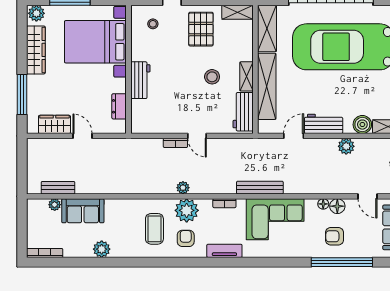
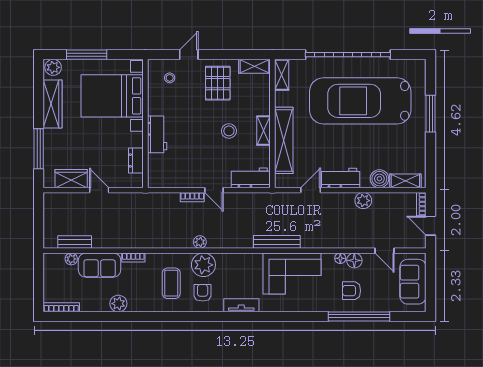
shelving: (267, 29) -> (282, 75), width x0.67, depth x0.75
workbench: (243, 112) -> (251, 178), moved, turned 90
bookcase: (224, 203) -> (133, 258), moved

